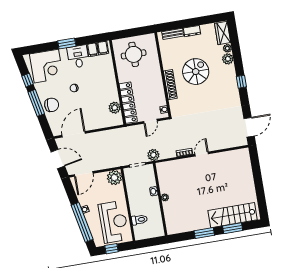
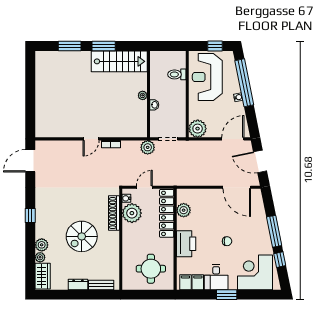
printer: (108, 80) -> (186, 244), added
shoe rack: (170, 85) -> (114, 213), moved
plant: (157, 98) -> (132, 213), added
chair: (52, 105) -> (257, 226), removed
door: (74, 134) -> (237, 187), hinge flipped
stairs: (233, 215) -> (119, 61), moved

